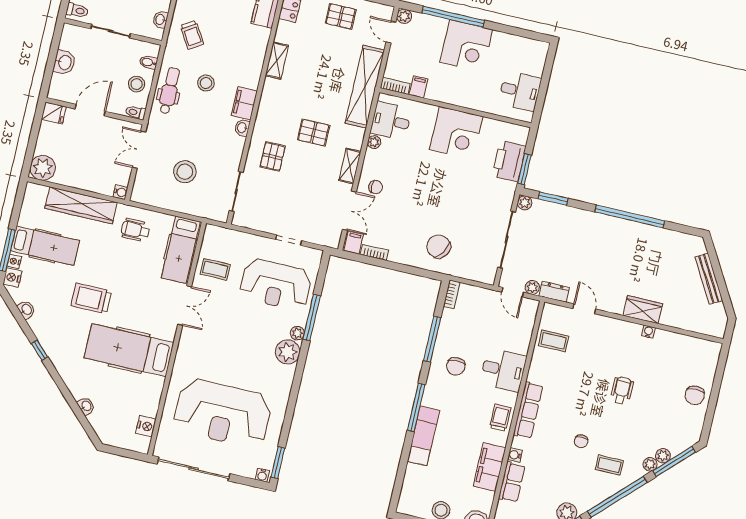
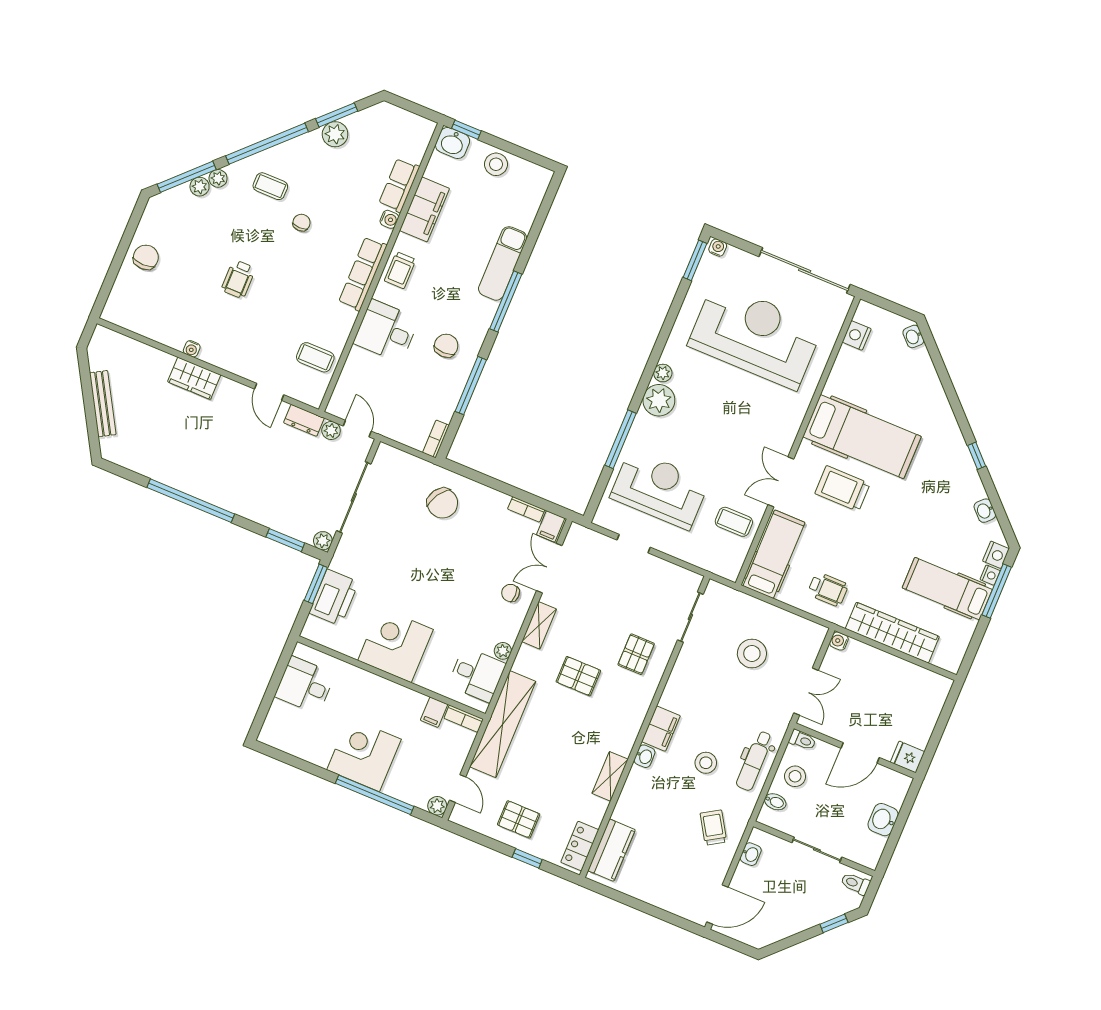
washbasin: (242, 128) -> (645, 756), moved
plant: (43, 168) -> (933, 689), removed
trolley: (91, 298) -> (842, 489), moved, turned 180
plant: (297, 333) -> (663, 373), moved
washbasin: (86, 406) -> (913, 336), moved

